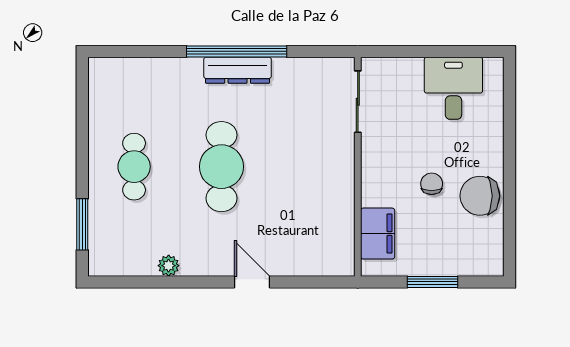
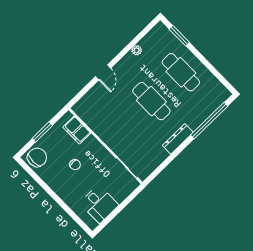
window: (237, 51) -> (209, 121), moved
cafe table: (134, 167) -> (181, 72), width x1.37, depth x1.35
chair: (480, 196) -> (37, 157), moved
door: (252, 282) -> (103, 72), hinge flipped

